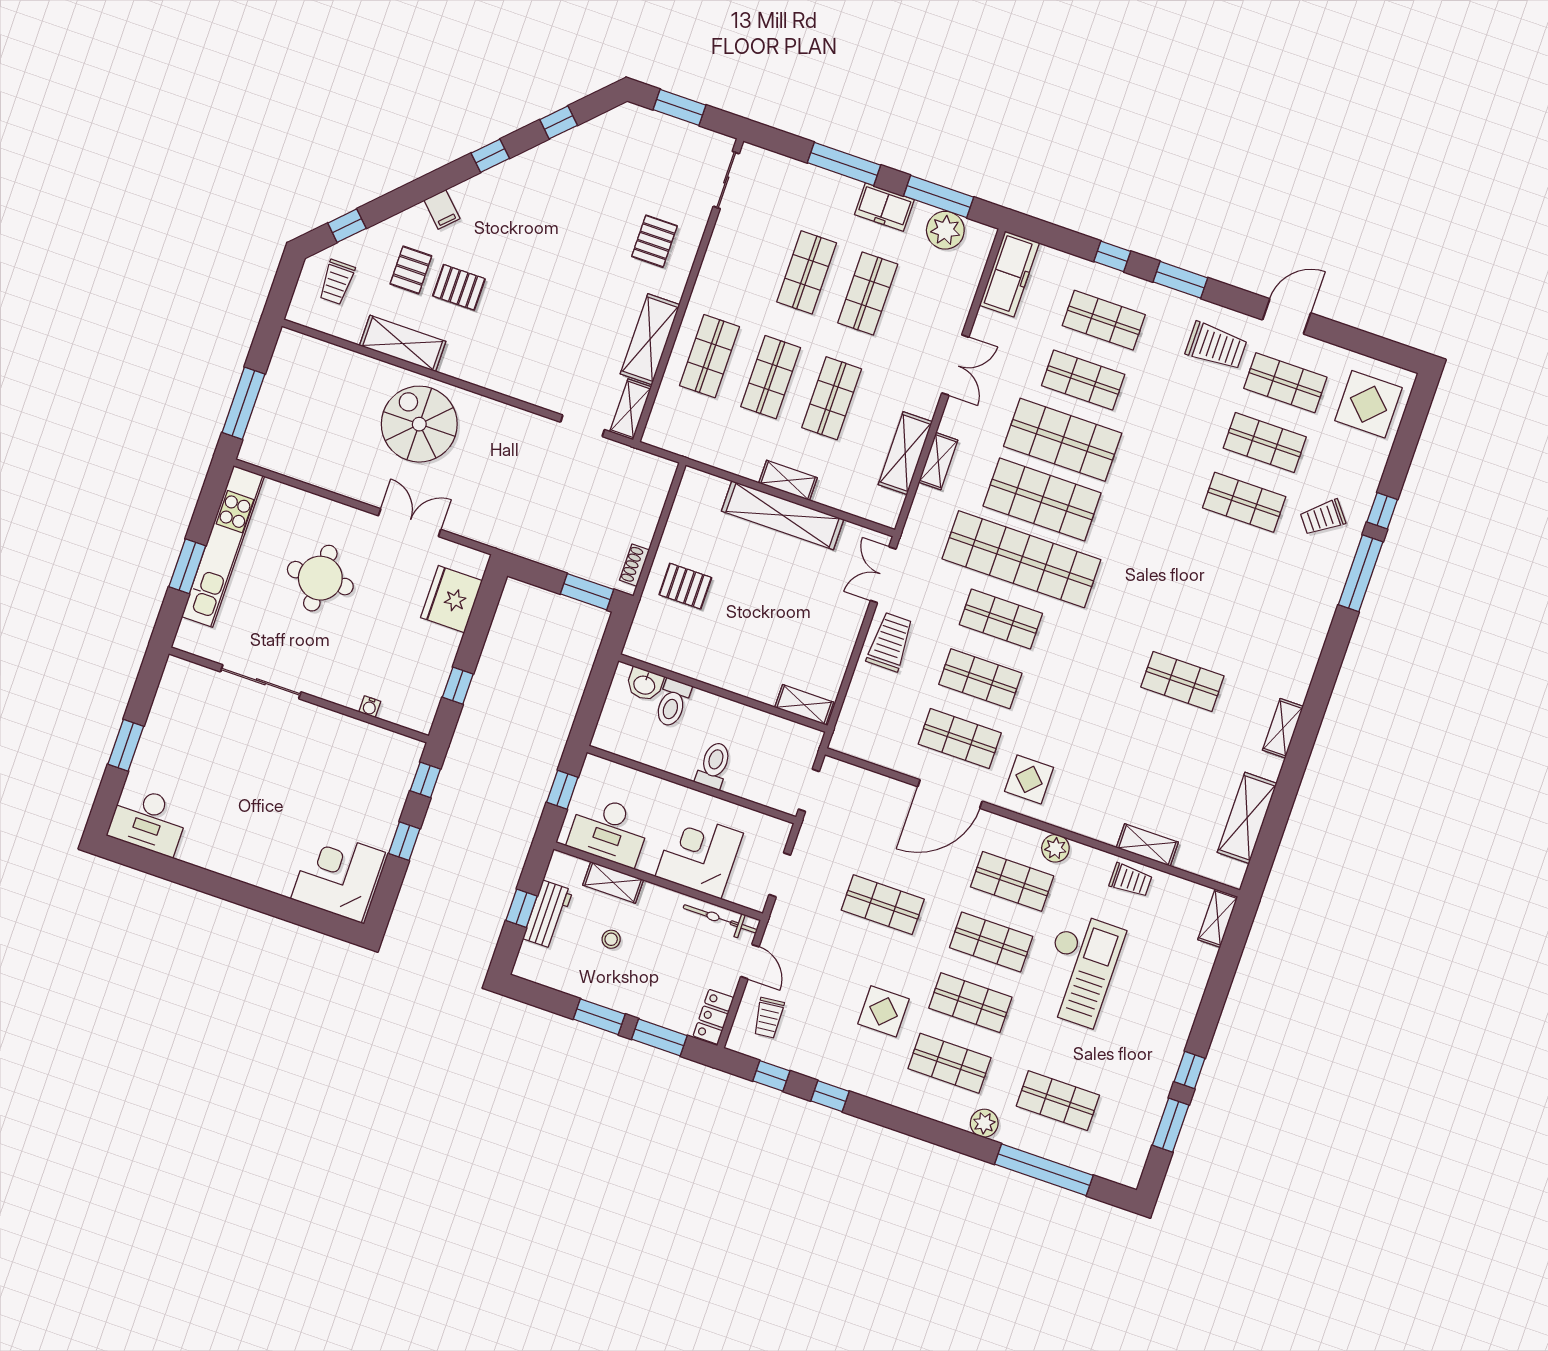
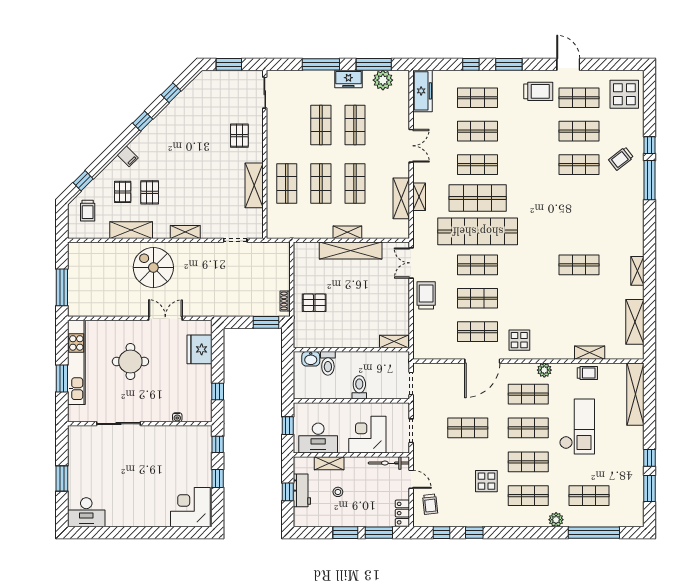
pallet: (459, 287) -> (150, 192), turned 90
door: (1287, 316) -> (568, 64), hinge flipped
shelving: (631, 409) -> (185, 232), moved, turned 90
shop shelf: (1063, 440) -> (478, 165), width x0.70, depth x0.74
shelving: (1218, 918) -> (635, 394), width x2.20, depth x1.33

